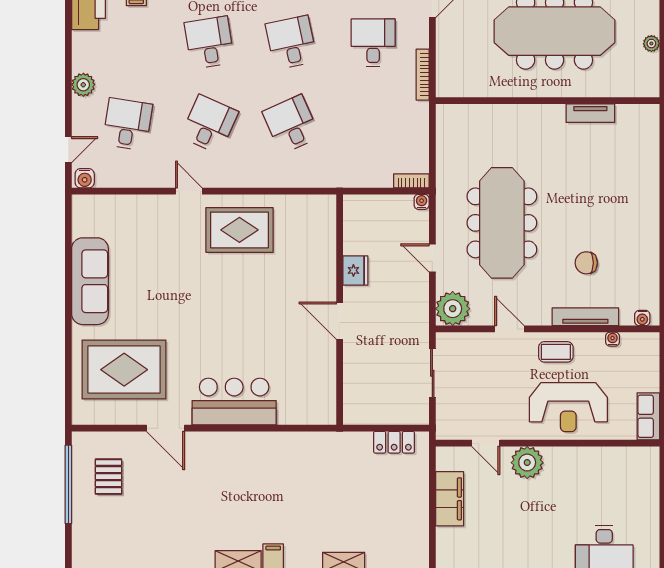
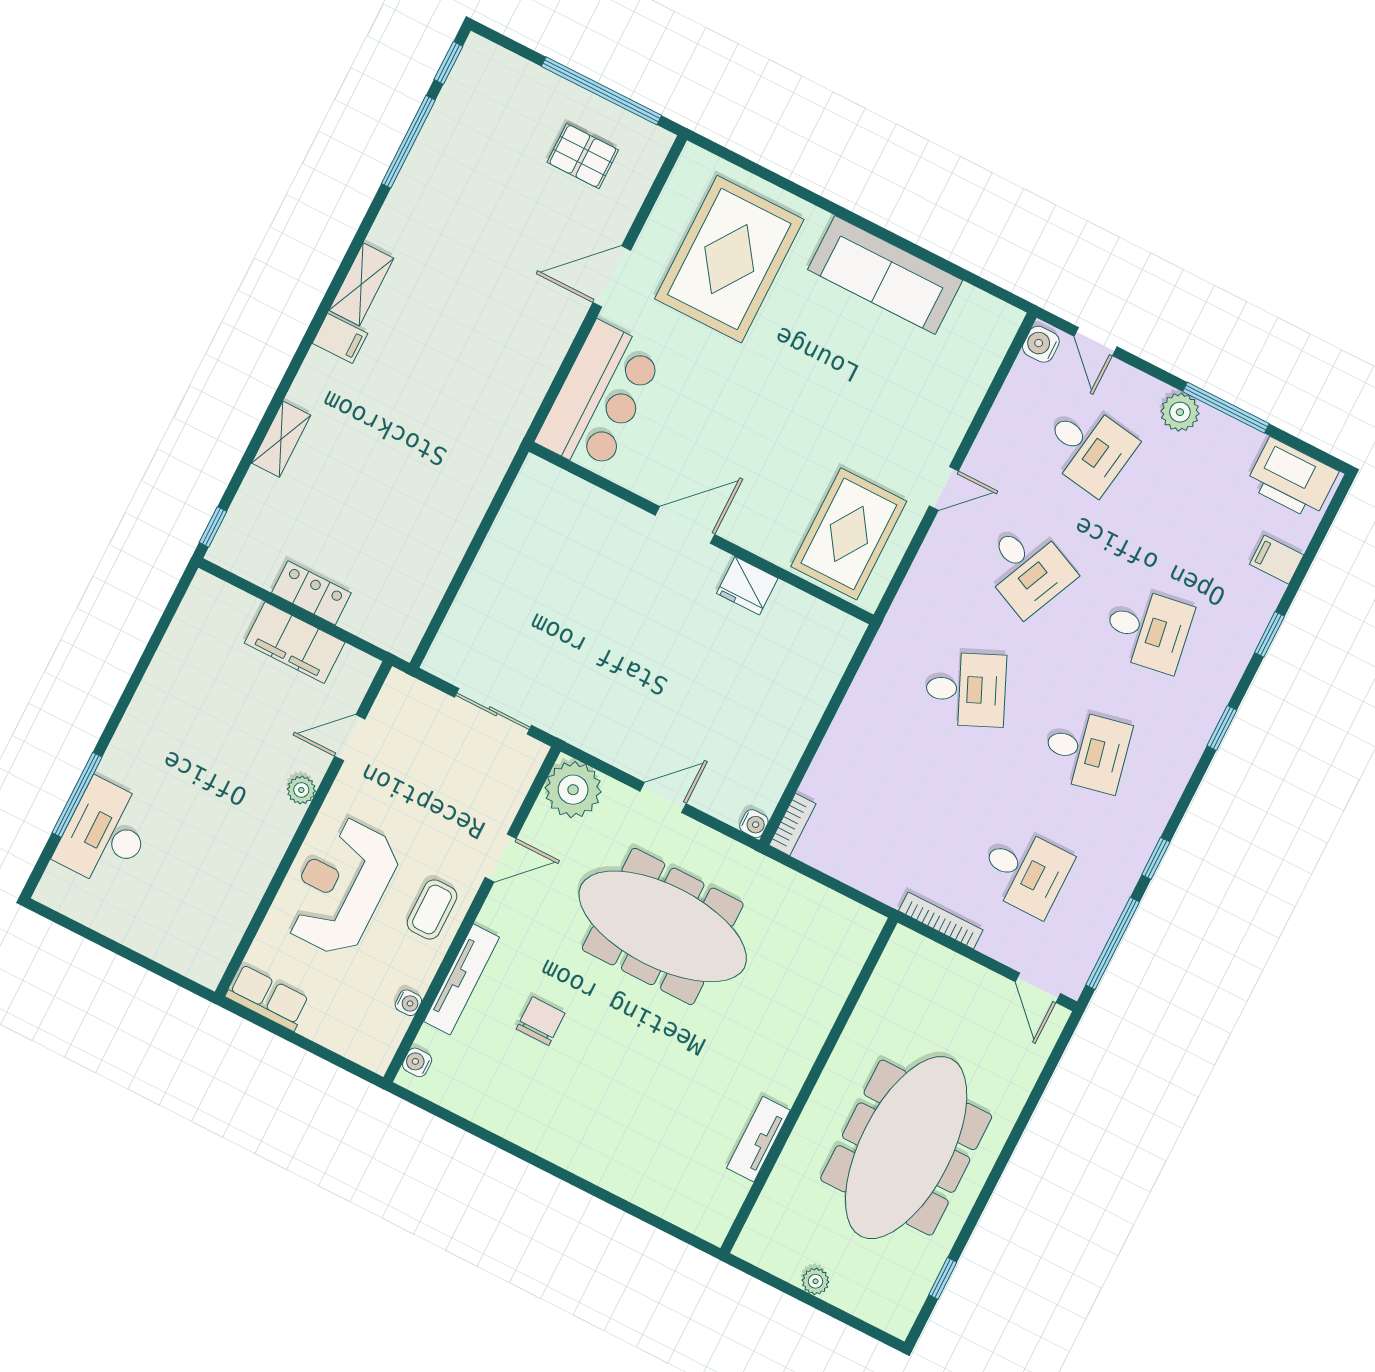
window: (68, 61) -> (1226, 408), added
fridge: (355, 270) -> (747, 586), moved
wall: (340, 310) -> (701, 533), moved
door: (340, 321) -> (685, 525), moved
locker: (394, 442) -> (311, 593), moved, turned 90
plant: (527, 463) -> (301, 790), width x0.53, depth x0.53

